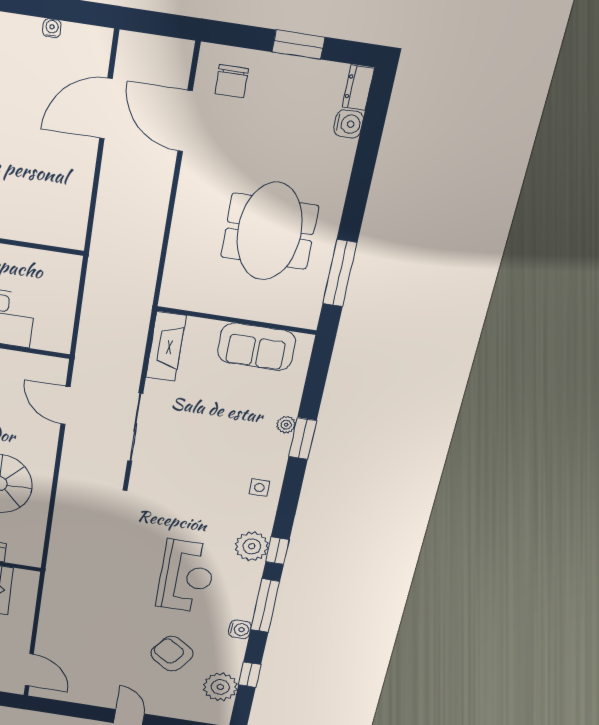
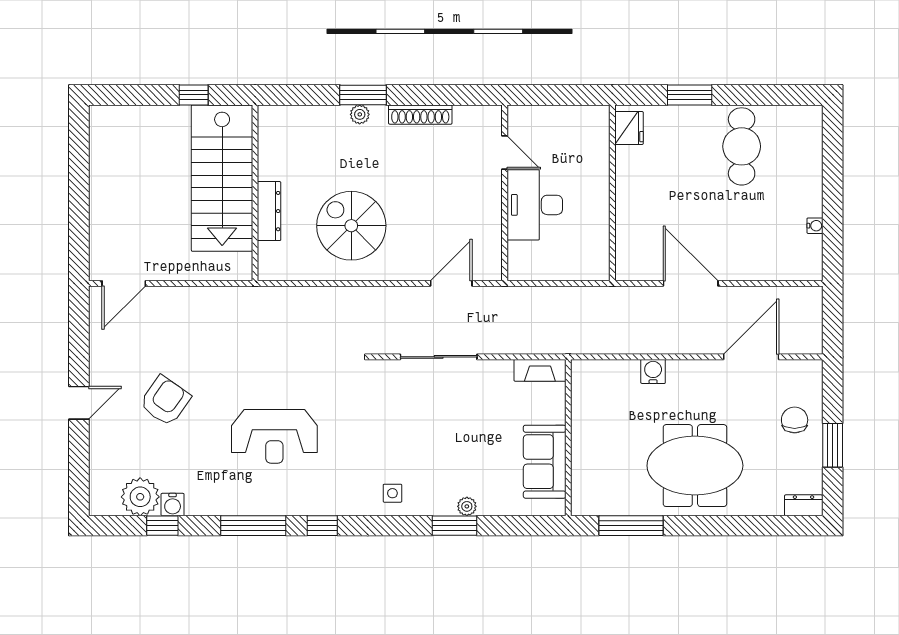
chair: (232, 81) -> (795, 420), moved, turned 90
door: (106, 109) -> (691, 283), moved
water cooler: (349, 124) -> (653, 371), moved, turned 180
meeting table: (269, 231) -> (695, 466), moved
fireplace: (166, 347) -> (540, 370), width x0.73, depth x0.76
plant: (252, 546) -> (323, 498), removed
water cooler: (240, 629) -> (173, 505), moved
armchair: (172, 654) -> (165, 401), moved

